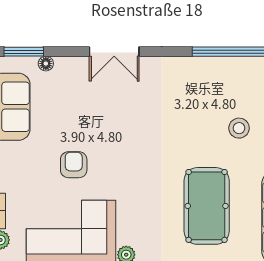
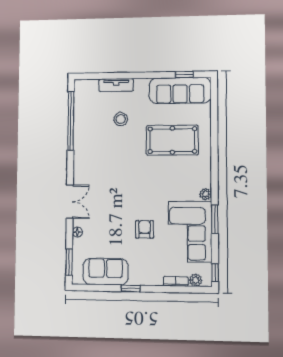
floor lamp: (46, 64) -> (77, 232), moved
armchair: (74, 165) -> (145, 229), turned 90

